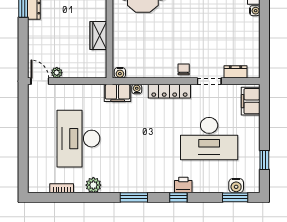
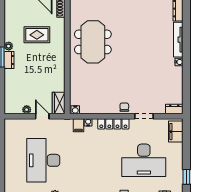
wardrobe: (98, 36) -> (59, 103), moved
dresser: (236, 72) -> (174, 109), moved
door: (40, 81) -> (42, 116), moved
filing cabinet: (118, 93) -> (78, 125), width x0.50

